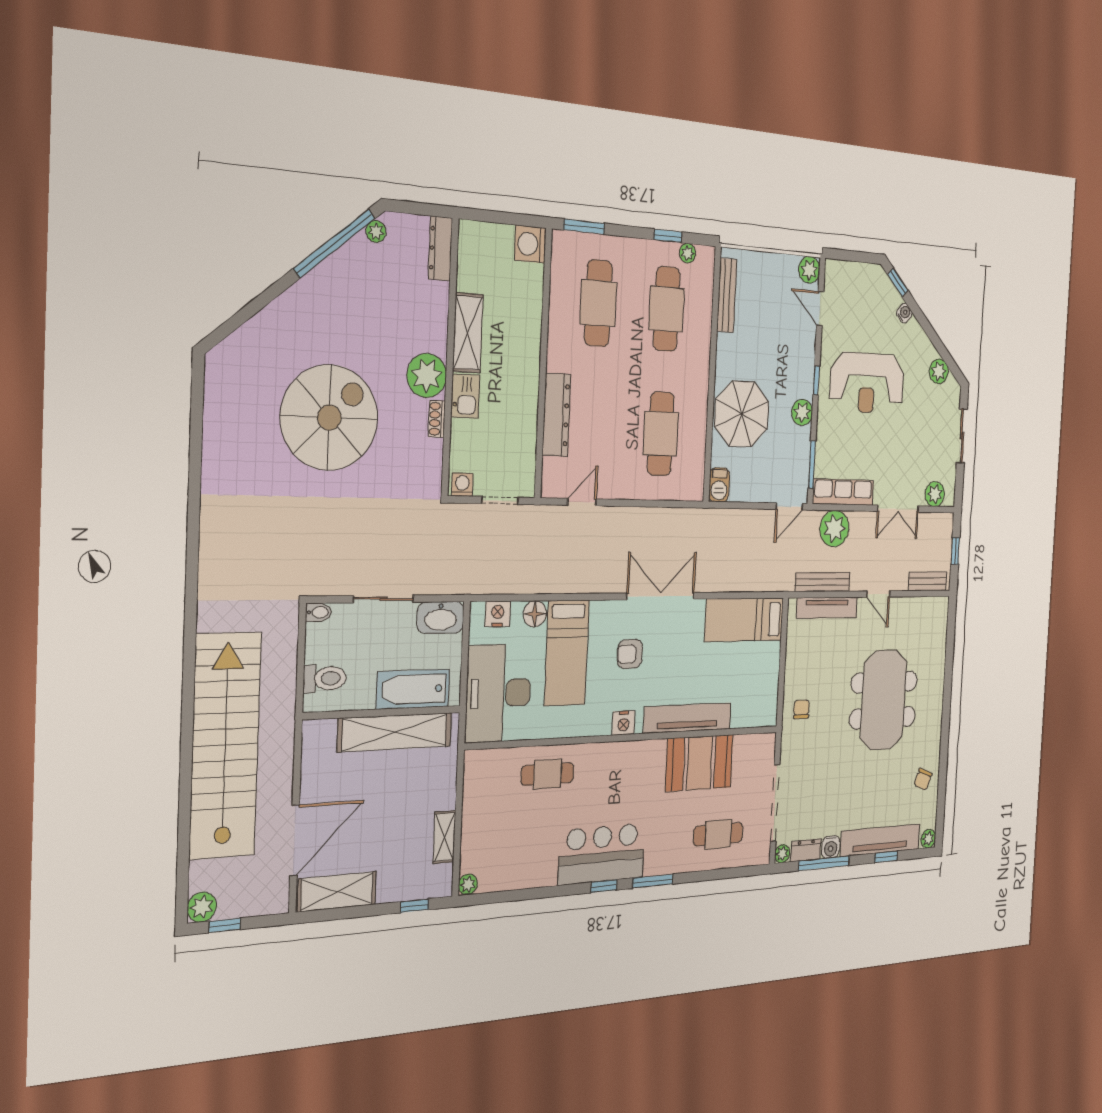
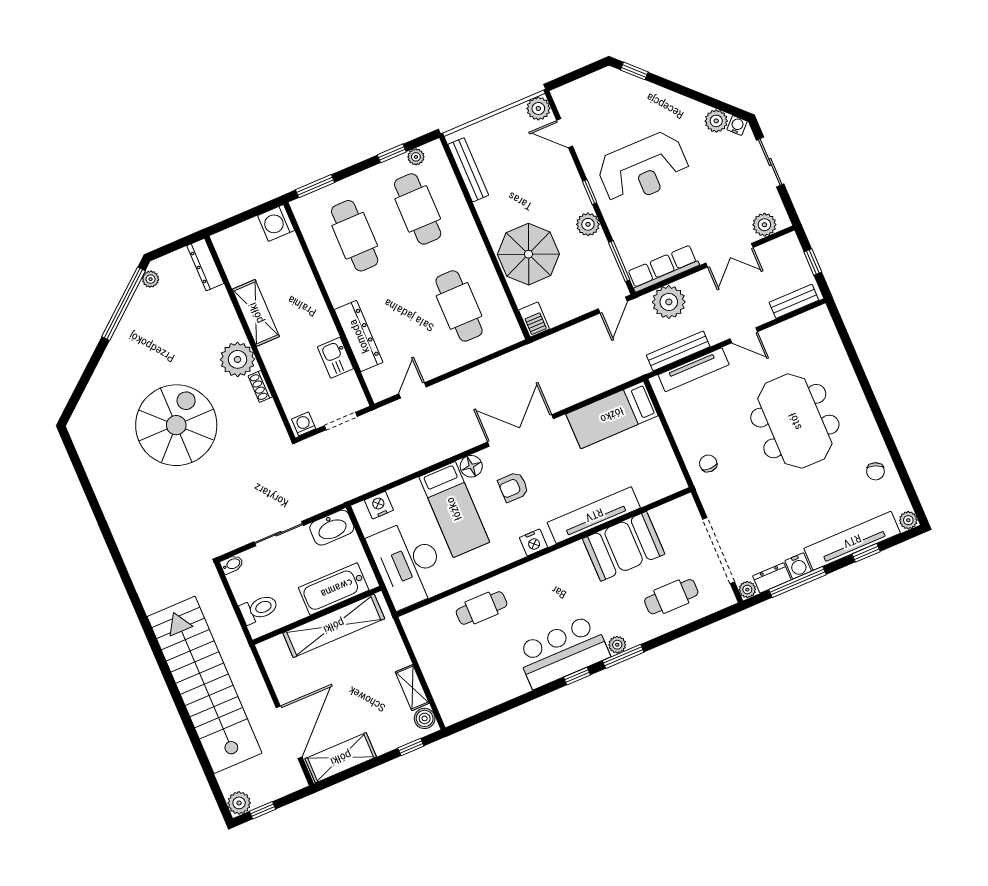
water cooler: (904, 313) -> (737, 125), moved
kitchen sink: (465, 396) -> (335, 358), moved, turned 180
floor lamp: (535, 614) -> (471, 466), moved
boiler: (442, 878) -> (425, 718), added
plant: (468, 884) -> (617, 645), moved

